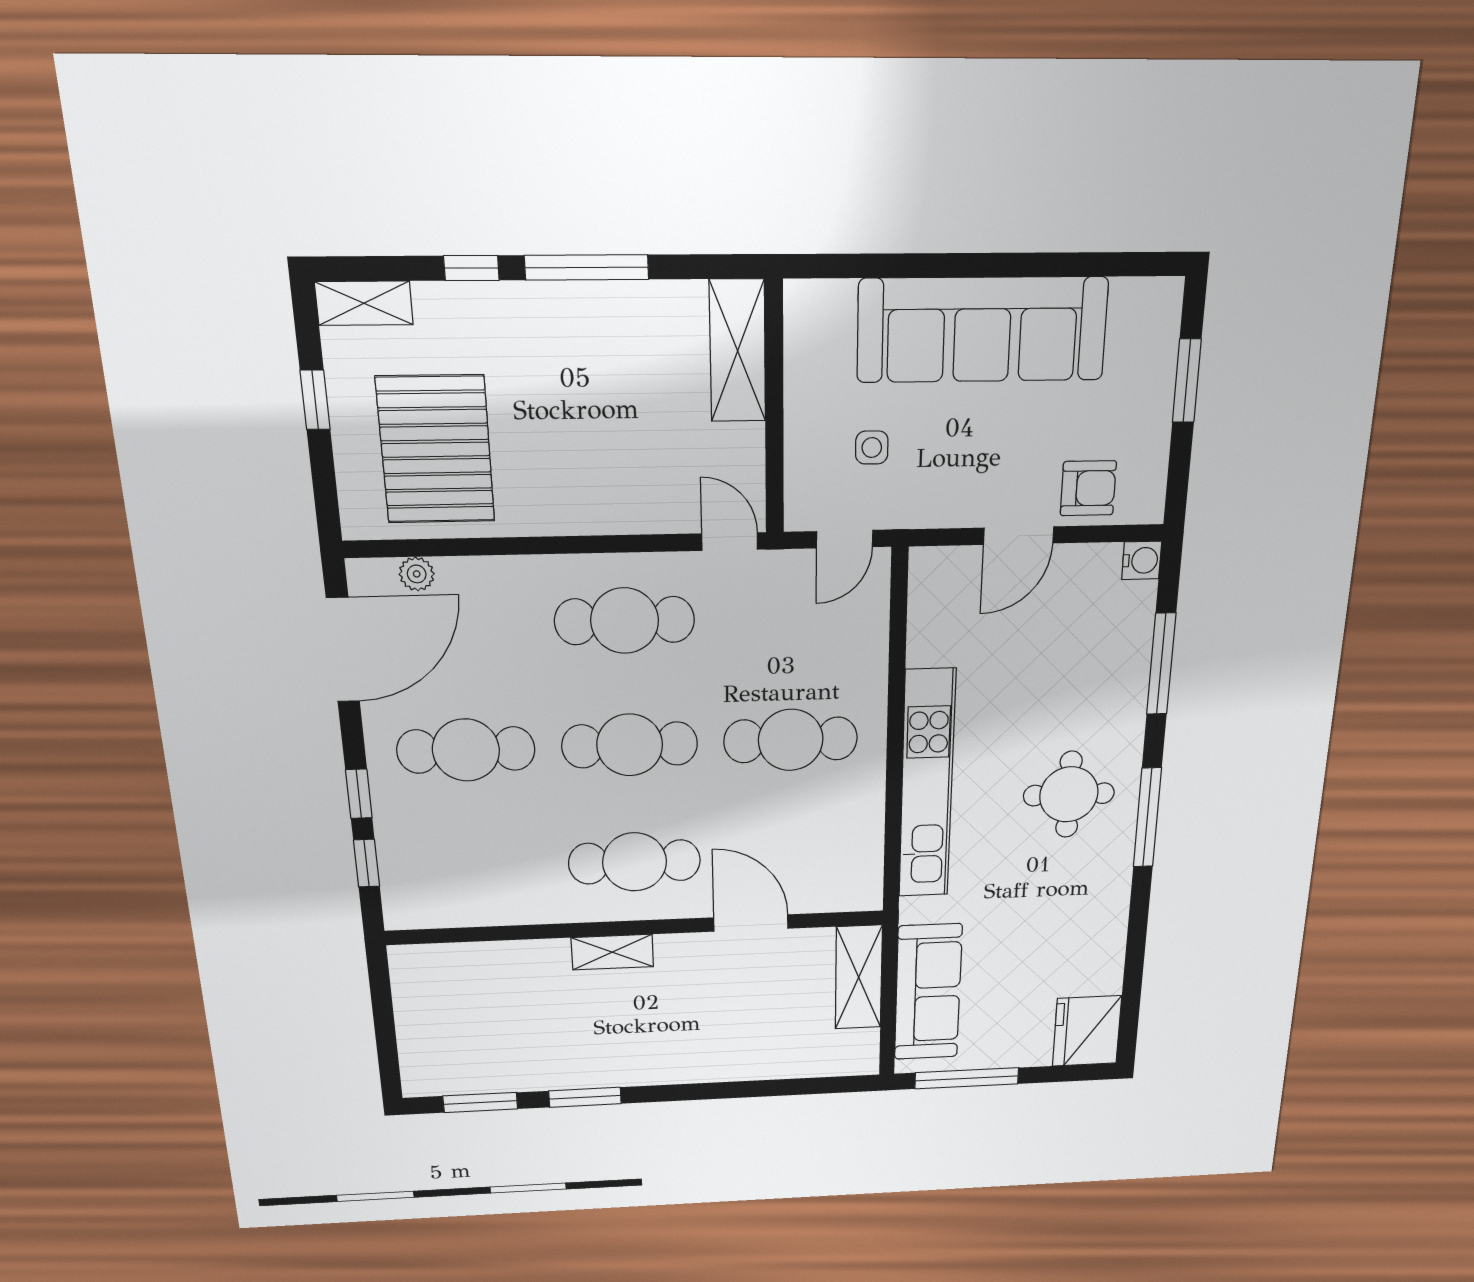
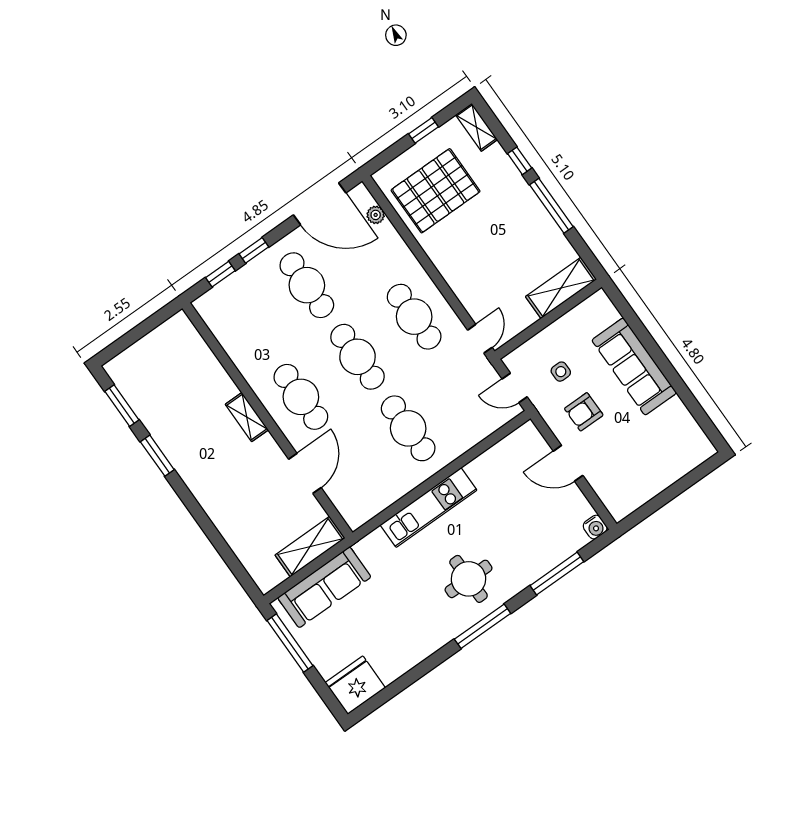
sofa: (982, 330) -> (634, 366), width x0.74, depth x0.79
window: (1187, 381) -> (680, 486), removed
armchair: (1088, 488) -> (584, 412), moved, turned 90
kitchen unit: (927, 785) -> (429, 507), width x0.73

